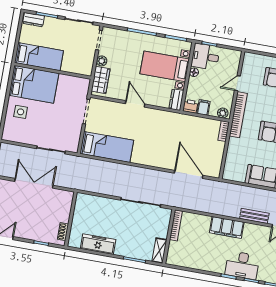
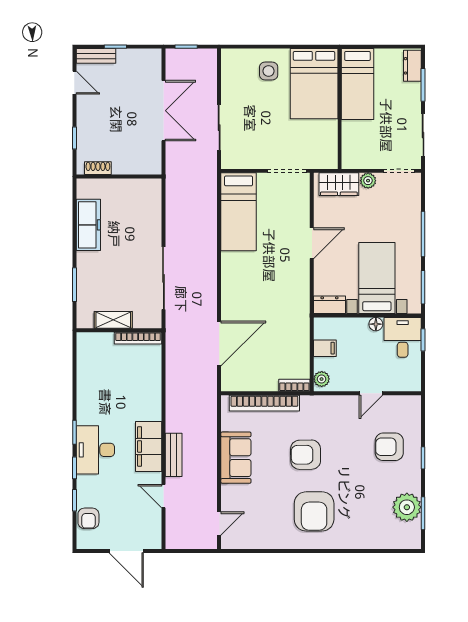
door: (237, 83) -> (371, 393), swing flipped
printer: (190, 106) -> (323, 328), removed
bookcase: (238, 115) -> (264, 403), moved
filing cabinet: (227, 227) -> (149, 446), moved
shelving: (159, 251) -> (113, 320), moved

